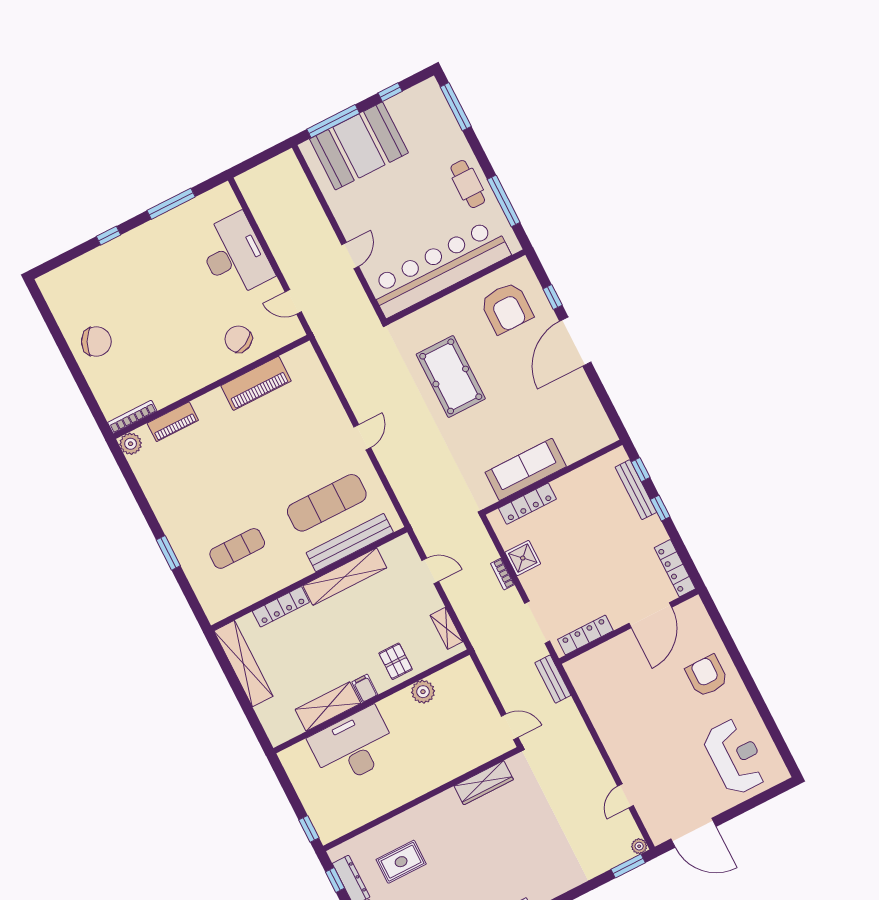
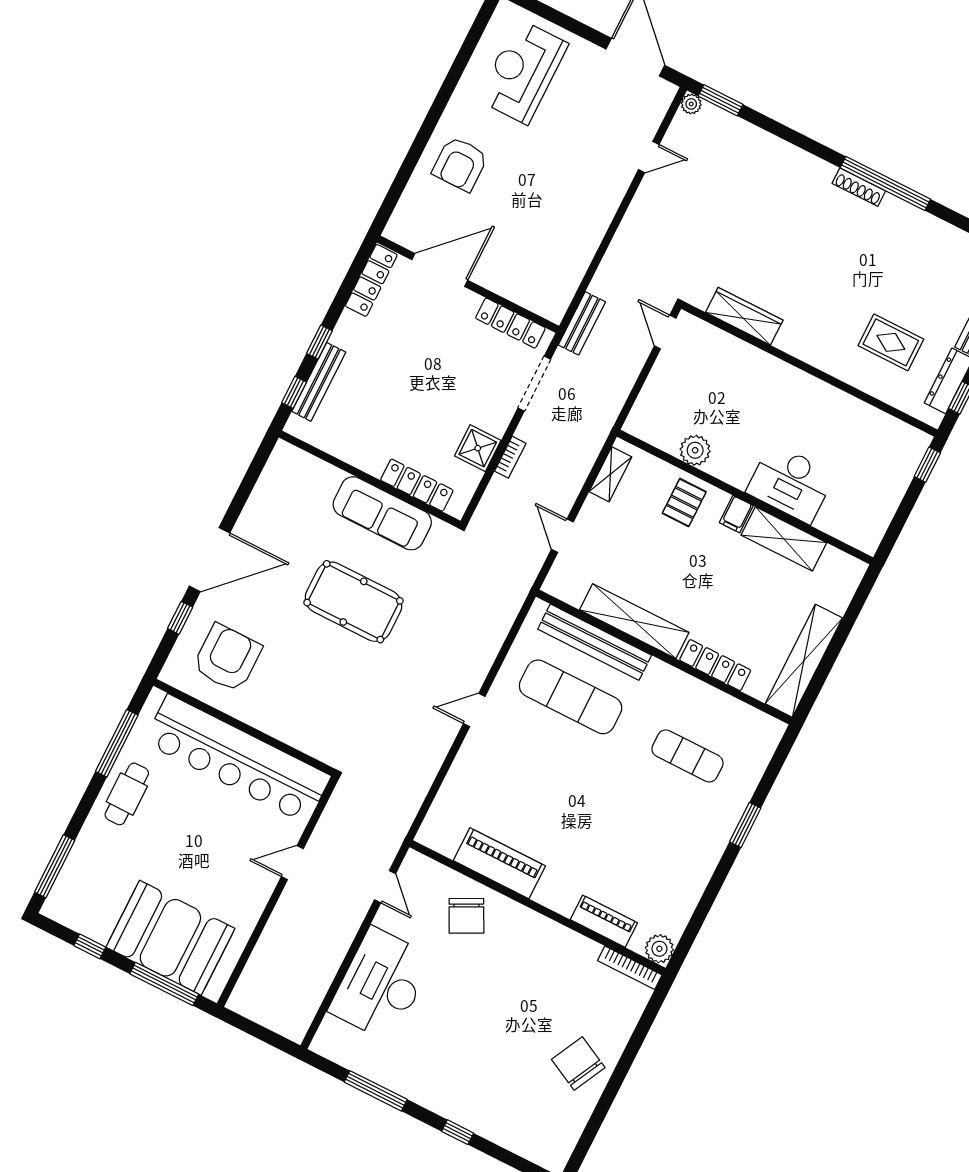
pool table: (451, 376) -> (354, 602), moved, turned 90
desk: (353, 746) -> (791, 483), width x0.73, depth x0.77

